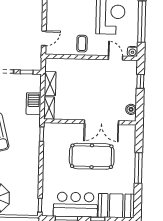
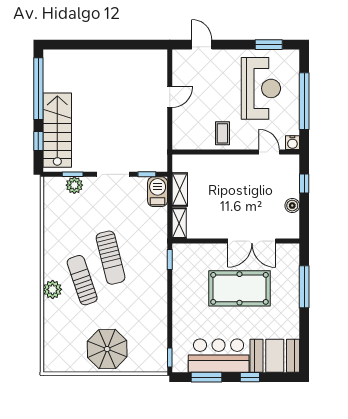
door: (44, 38) -> (170, 97), moved
barbecue: (34, 104) -> (158, 192), moved
boiler: (131, 109) -> (292, 206), moved
window: (138, 168) -> (304, 287), moved

